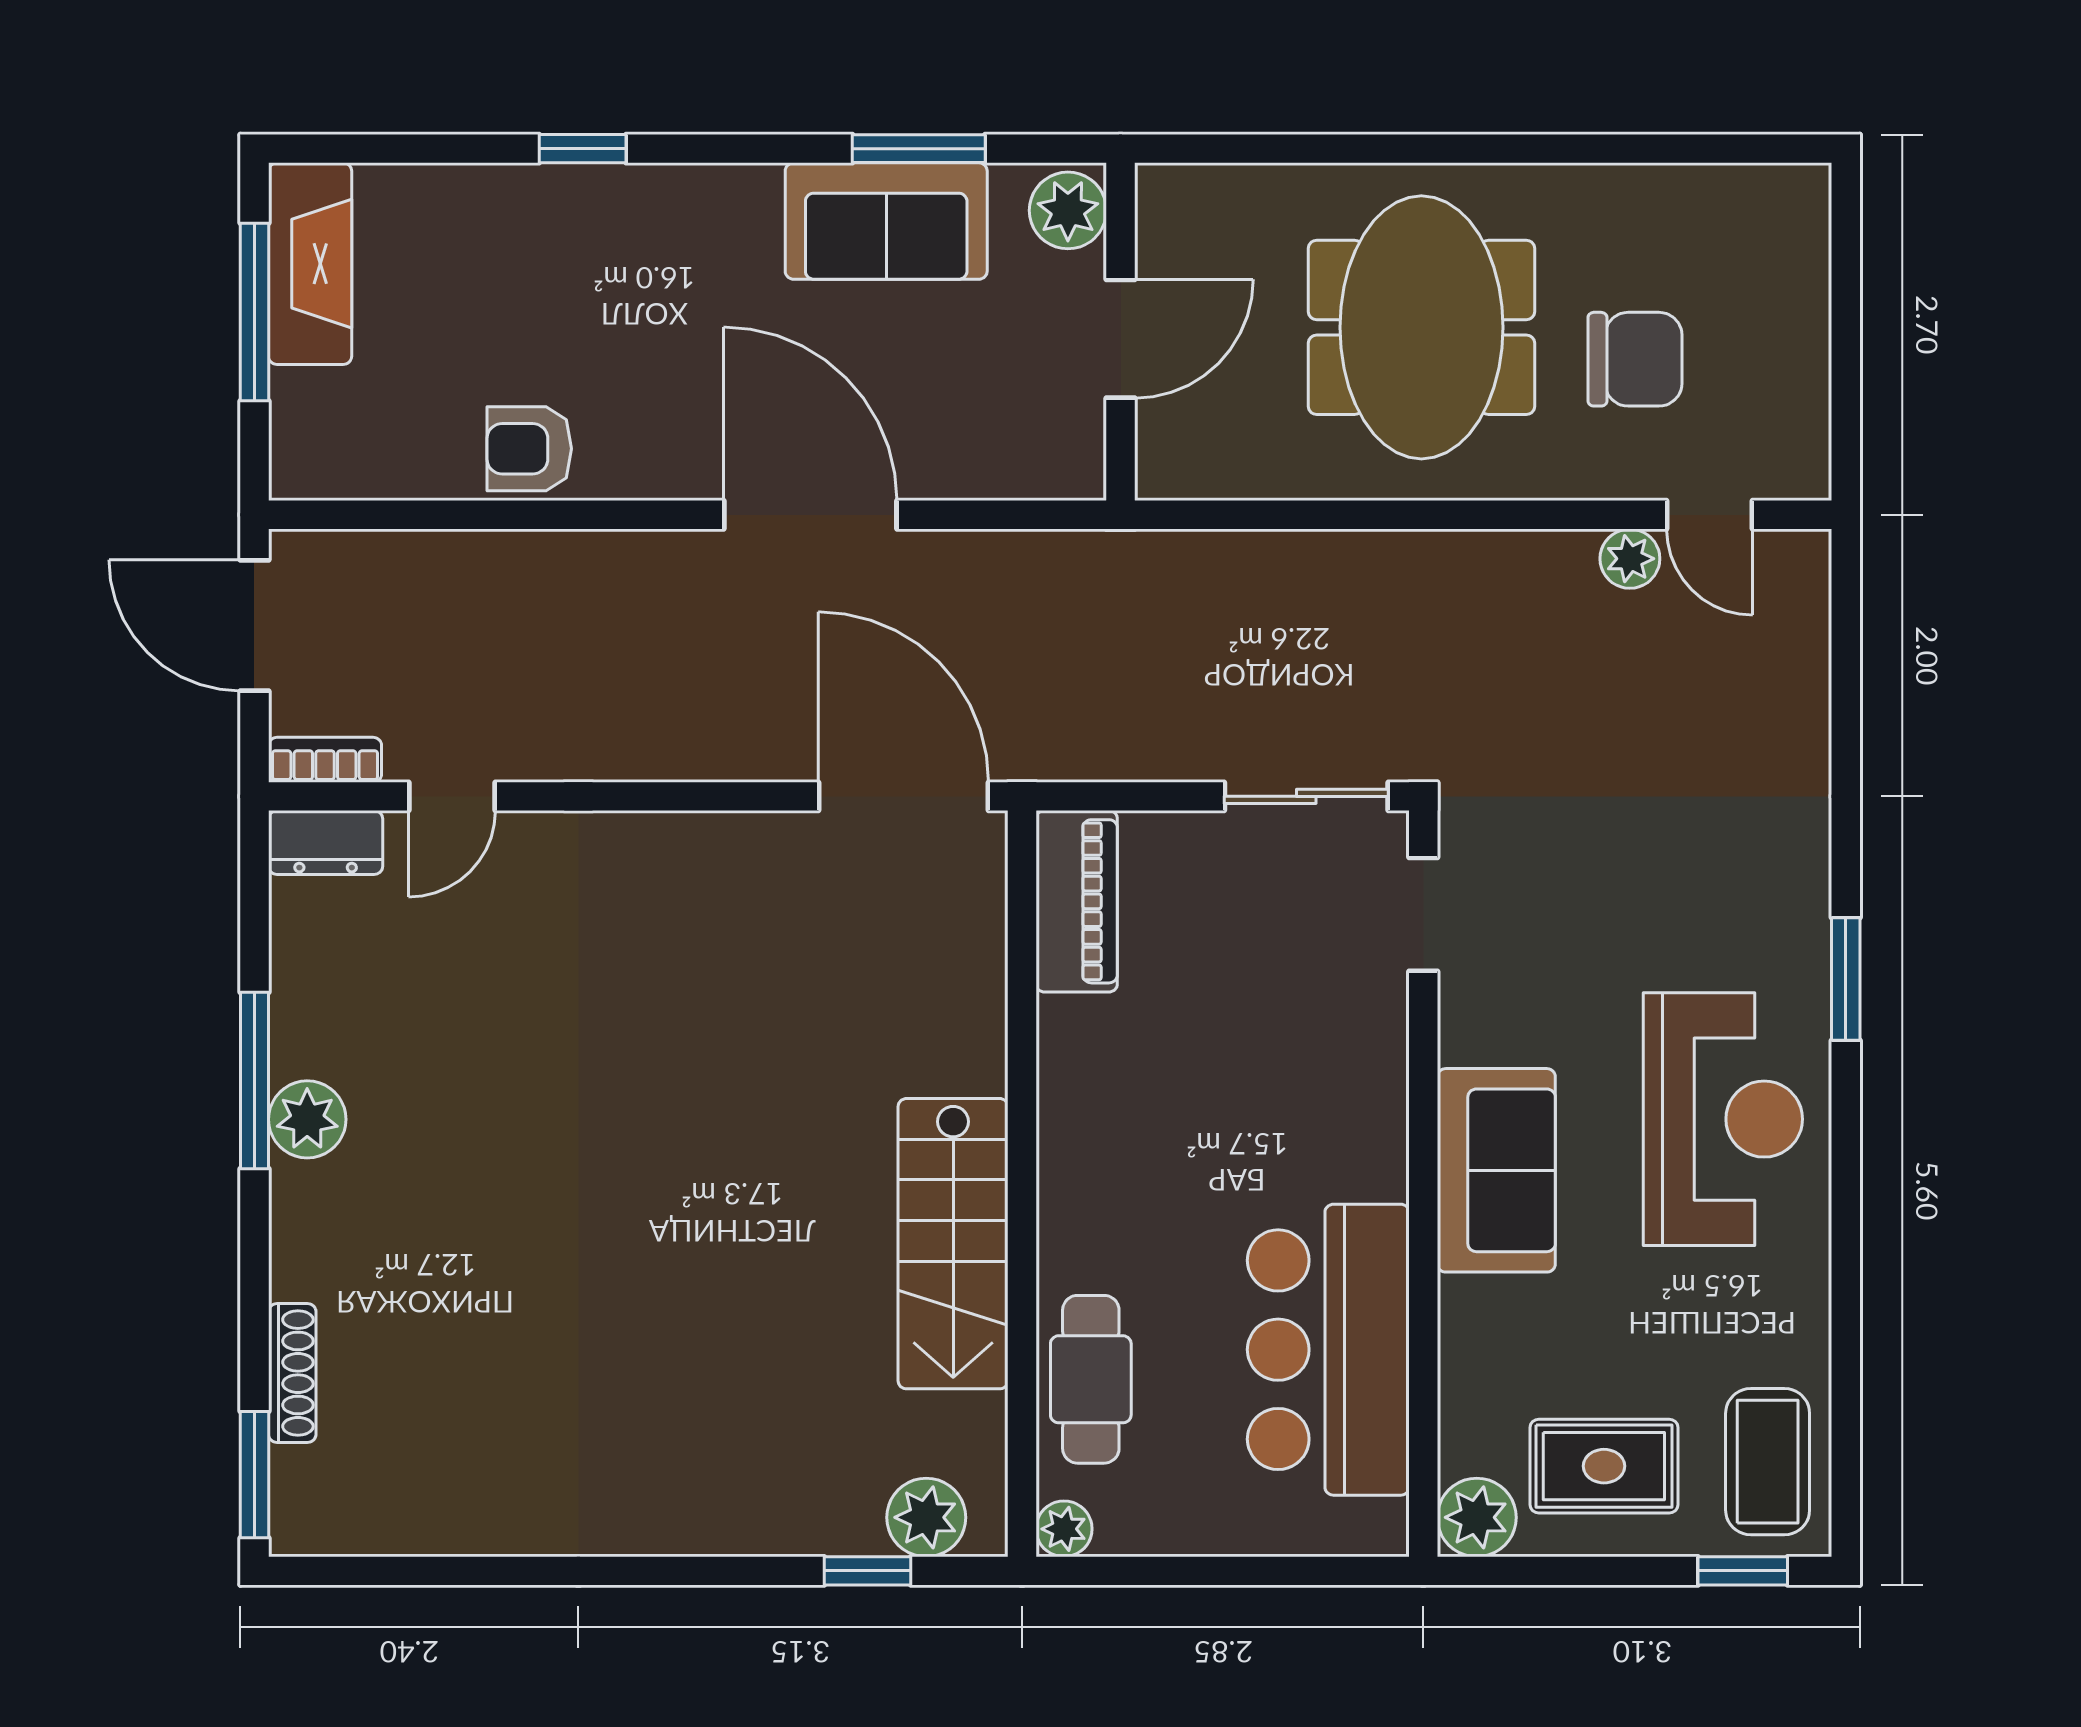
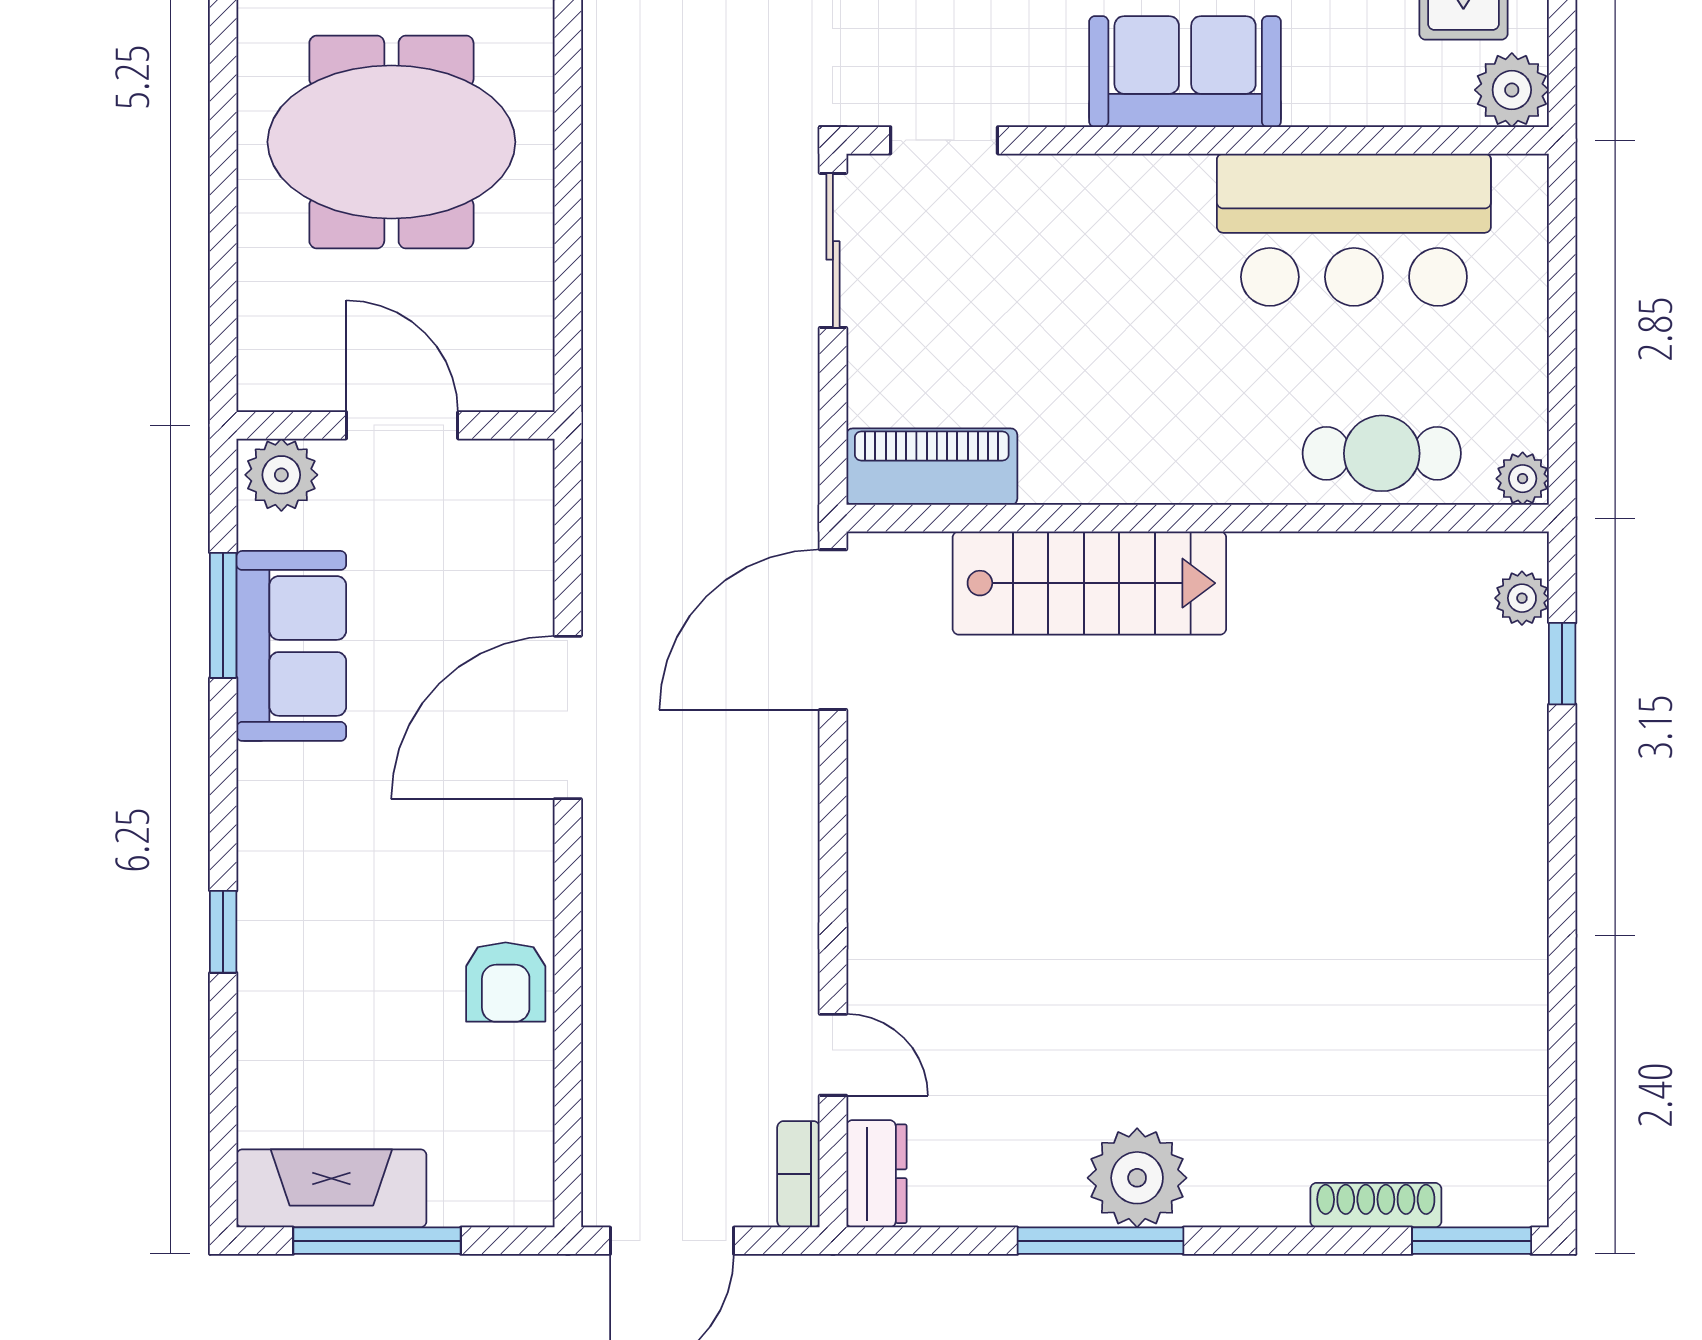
plant: (307, 1119) -> (1137, 1178), width x1.36, depth x1.36
stairs: (953, 1244) -> (1089, 583), moved
plant: (926, 1517) -> (1522, 598), width x0.73, depth x0.73

